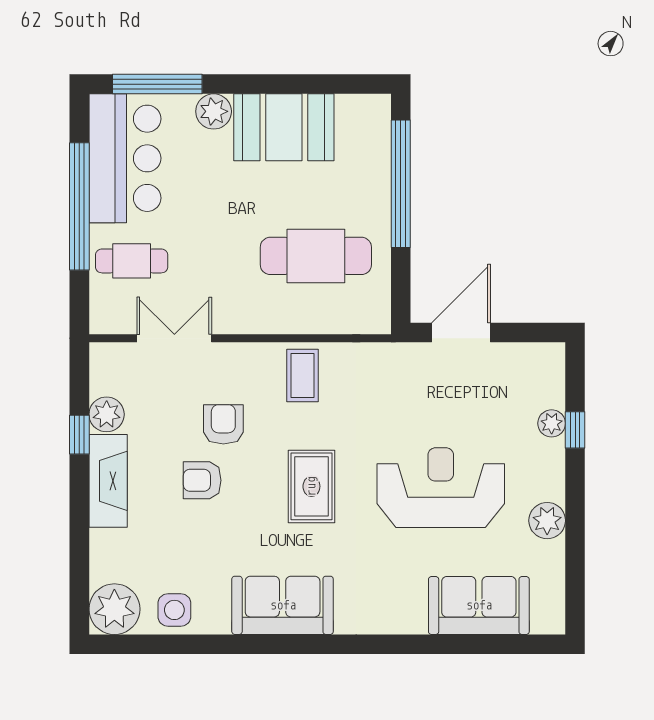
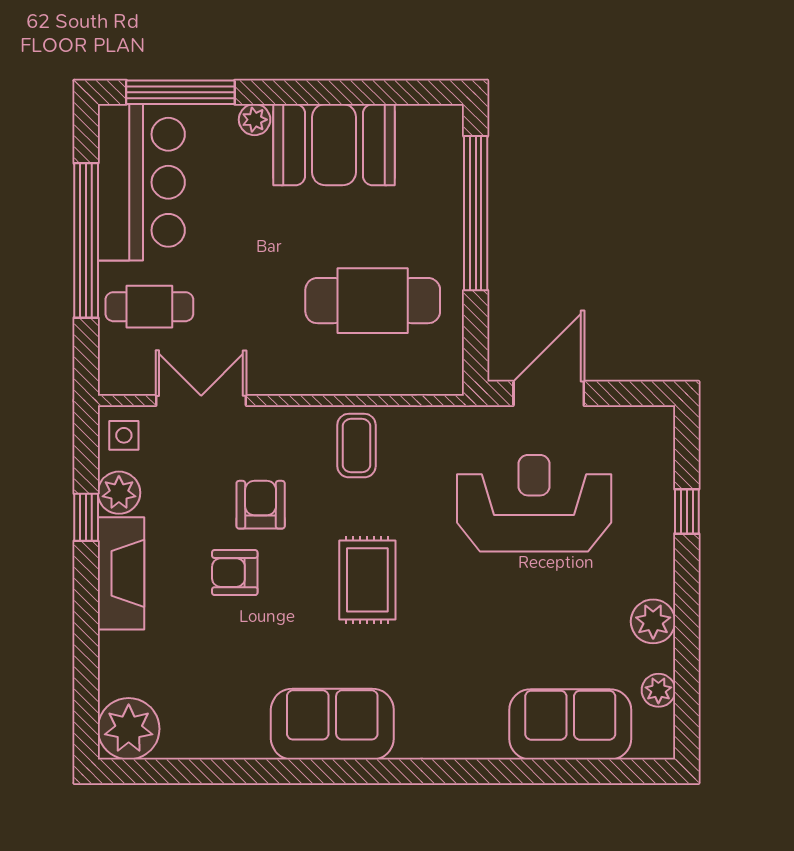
plant: (214, 111) -> (255, 120), width x0.73, depth x0.73
plant: (552, 423) -> (658, 690), moved
reception desk: (441, 488) -> (534, 503), moved
side table: (174, 610) -> (124, 435), moved, width x0.73, depth x0.73

